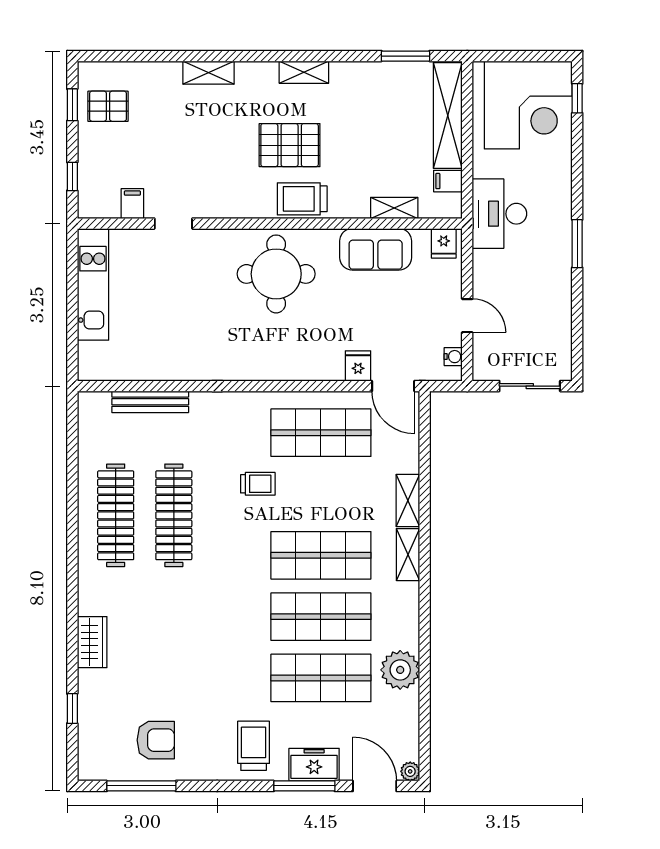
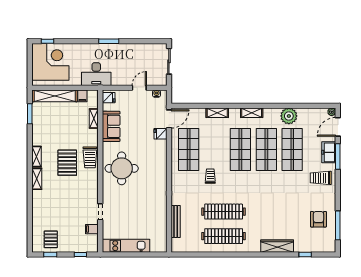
shelving: (209, 73) -> (37, 179), moved
shelving: (408, 555) -> (252, 113), moved
wardrobe: (92, 642) -> (277, 246), width x1.50

